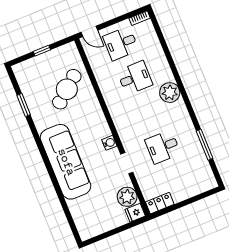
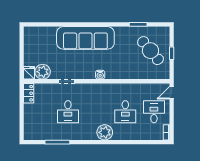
cafe table: (67, 89) -> (150, 51), moved
water cooler: (109, 143) -> (100, 75), moved
desk: (163, 147) -> (68, 112), turned 180

